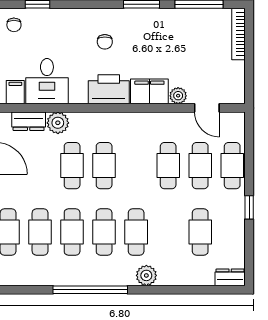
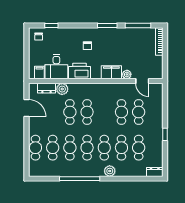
printer: (109, 89) -> (80, 71), moved
cafe table: (232, 166) -> (121, 148), moved

